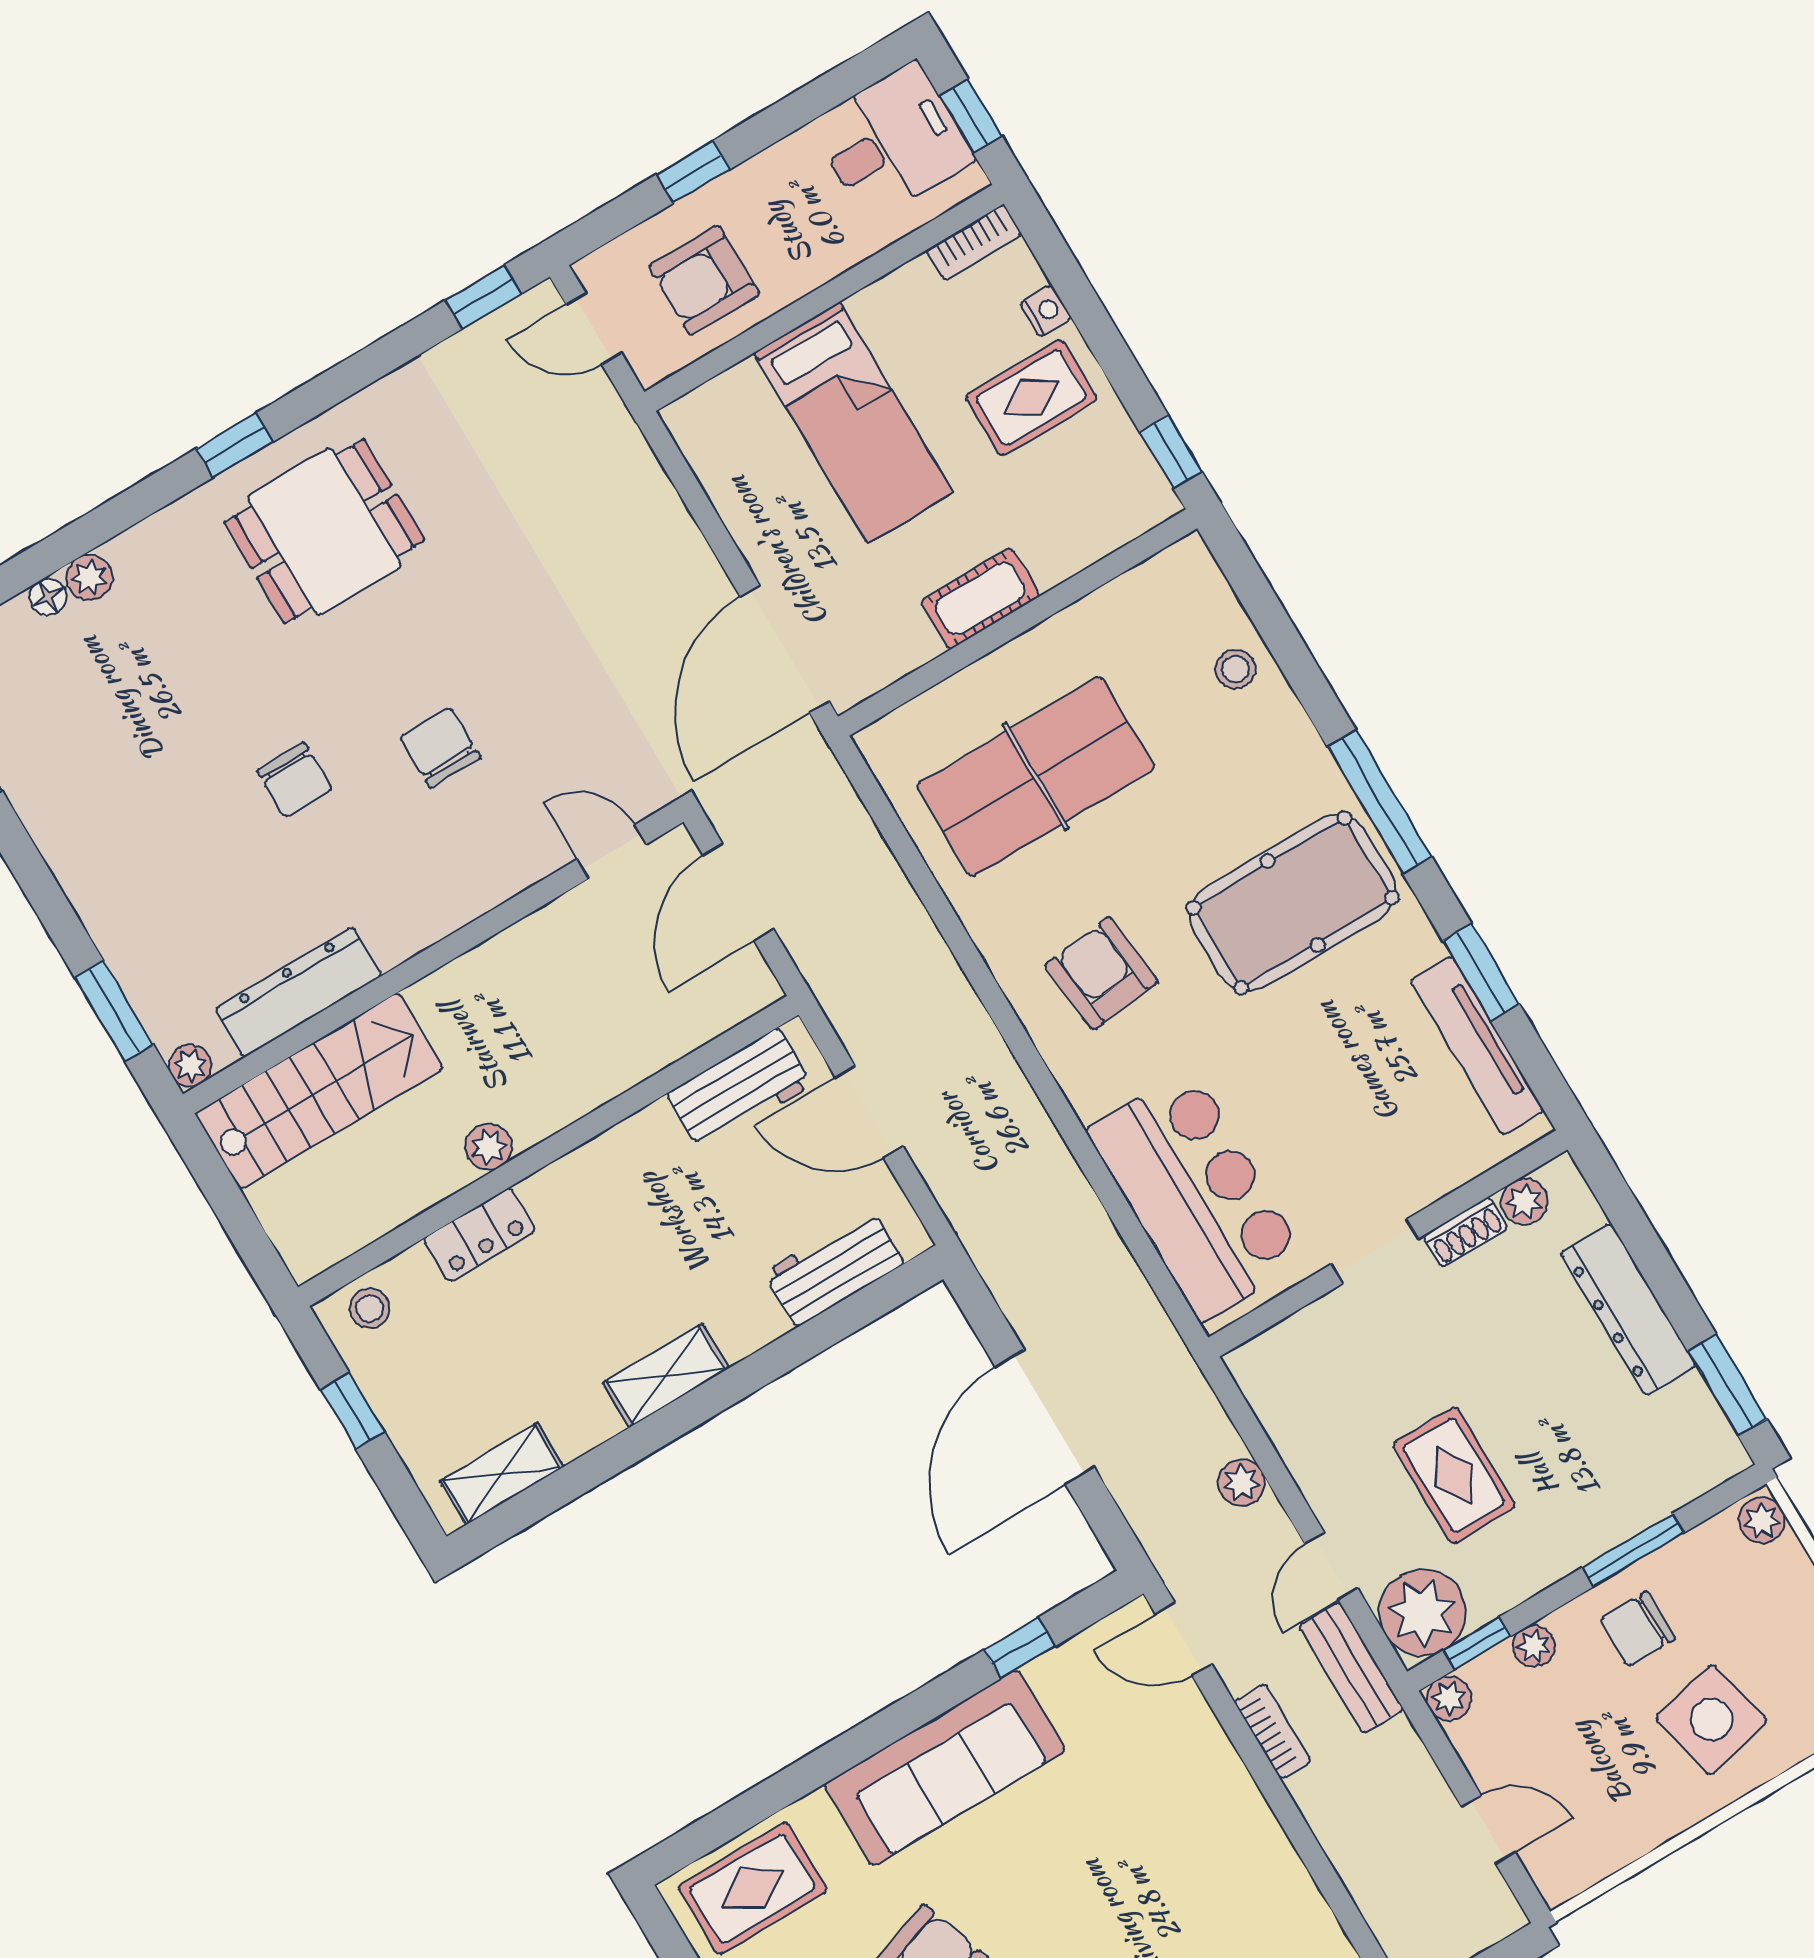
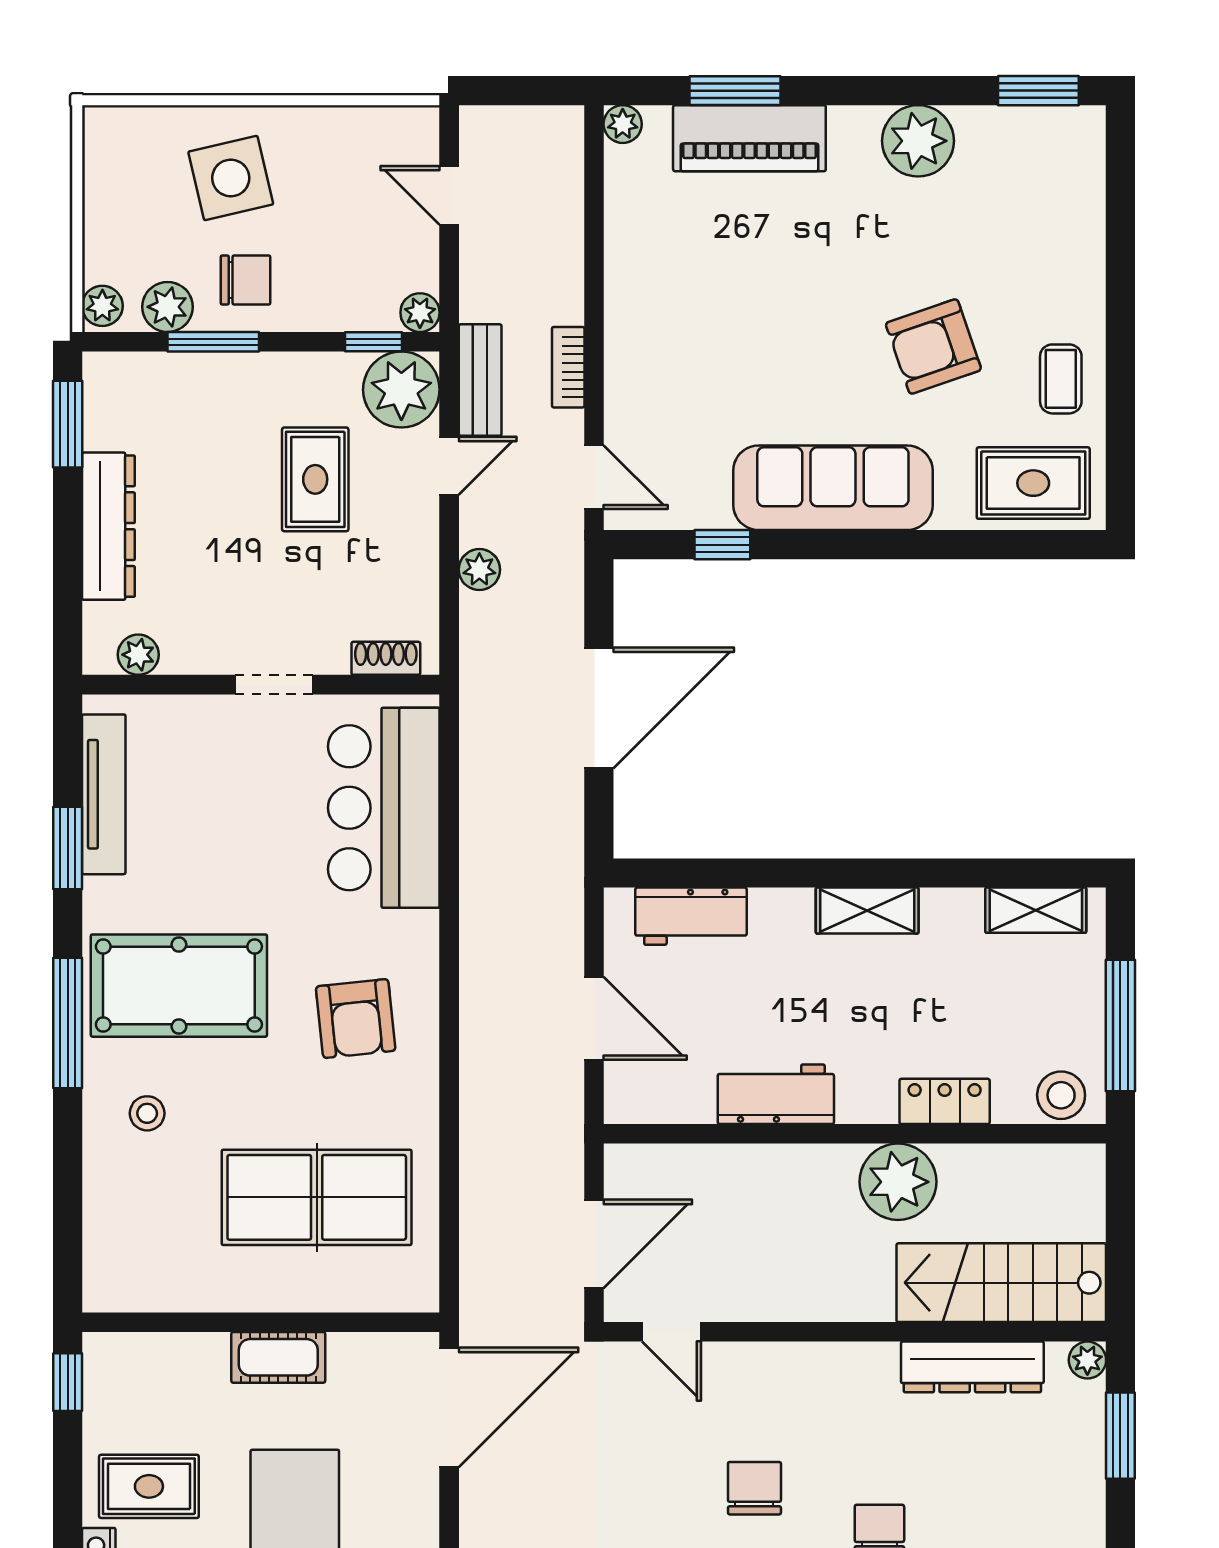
stool: (1236, 669) -> (147, 1113), moved
chair: (440, 747) -> (754, 1488), turned 180
workbench: (739, 1089) -> (776, 1094), moved
plant: (489, 1147) -> (898, 1182), width x1.88, depth x1.88
shoe rack: (1465, 1232) -> (386, 658), moved
stool: (370, 1308) -> (1061, 1095), width x1.37, depth x1.37
window: (352, 1411) -> (1120, 1026), width x2.17
plant: (1534, 1646) -> (168, 307), moved, width x1.38, depth x1.38

